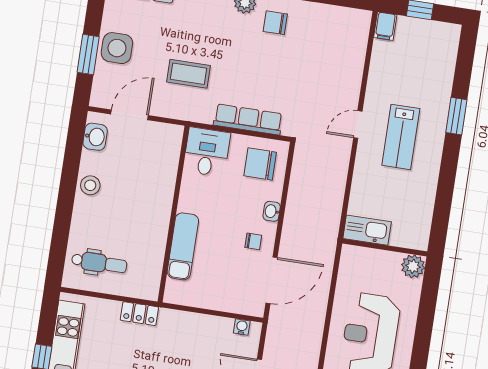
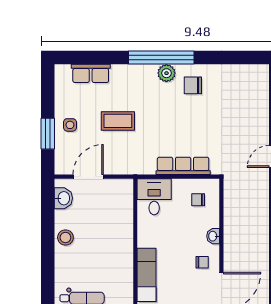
side table: (117, 48) -> (70, 125), width x0.54, depth x0.54
coffee table: (189, 74) -> (118, 121), moved
chair: (260, 164) -> (198, 200), width x0.54, depth x0.54

